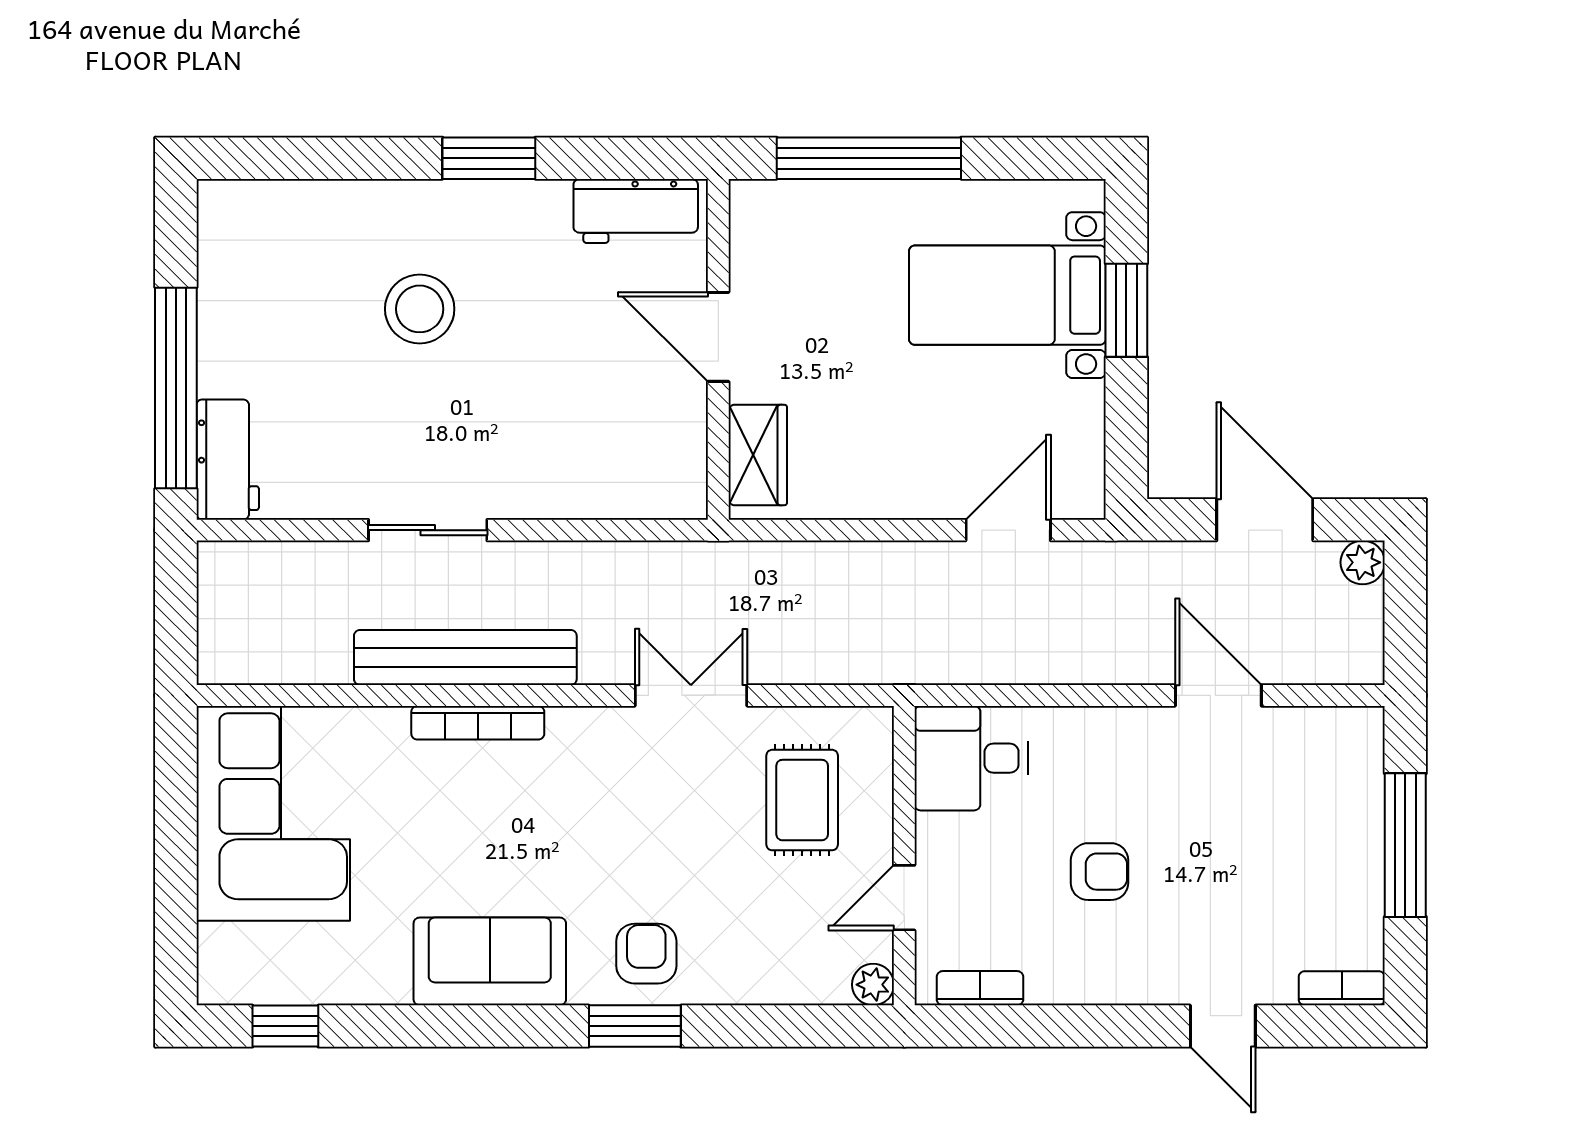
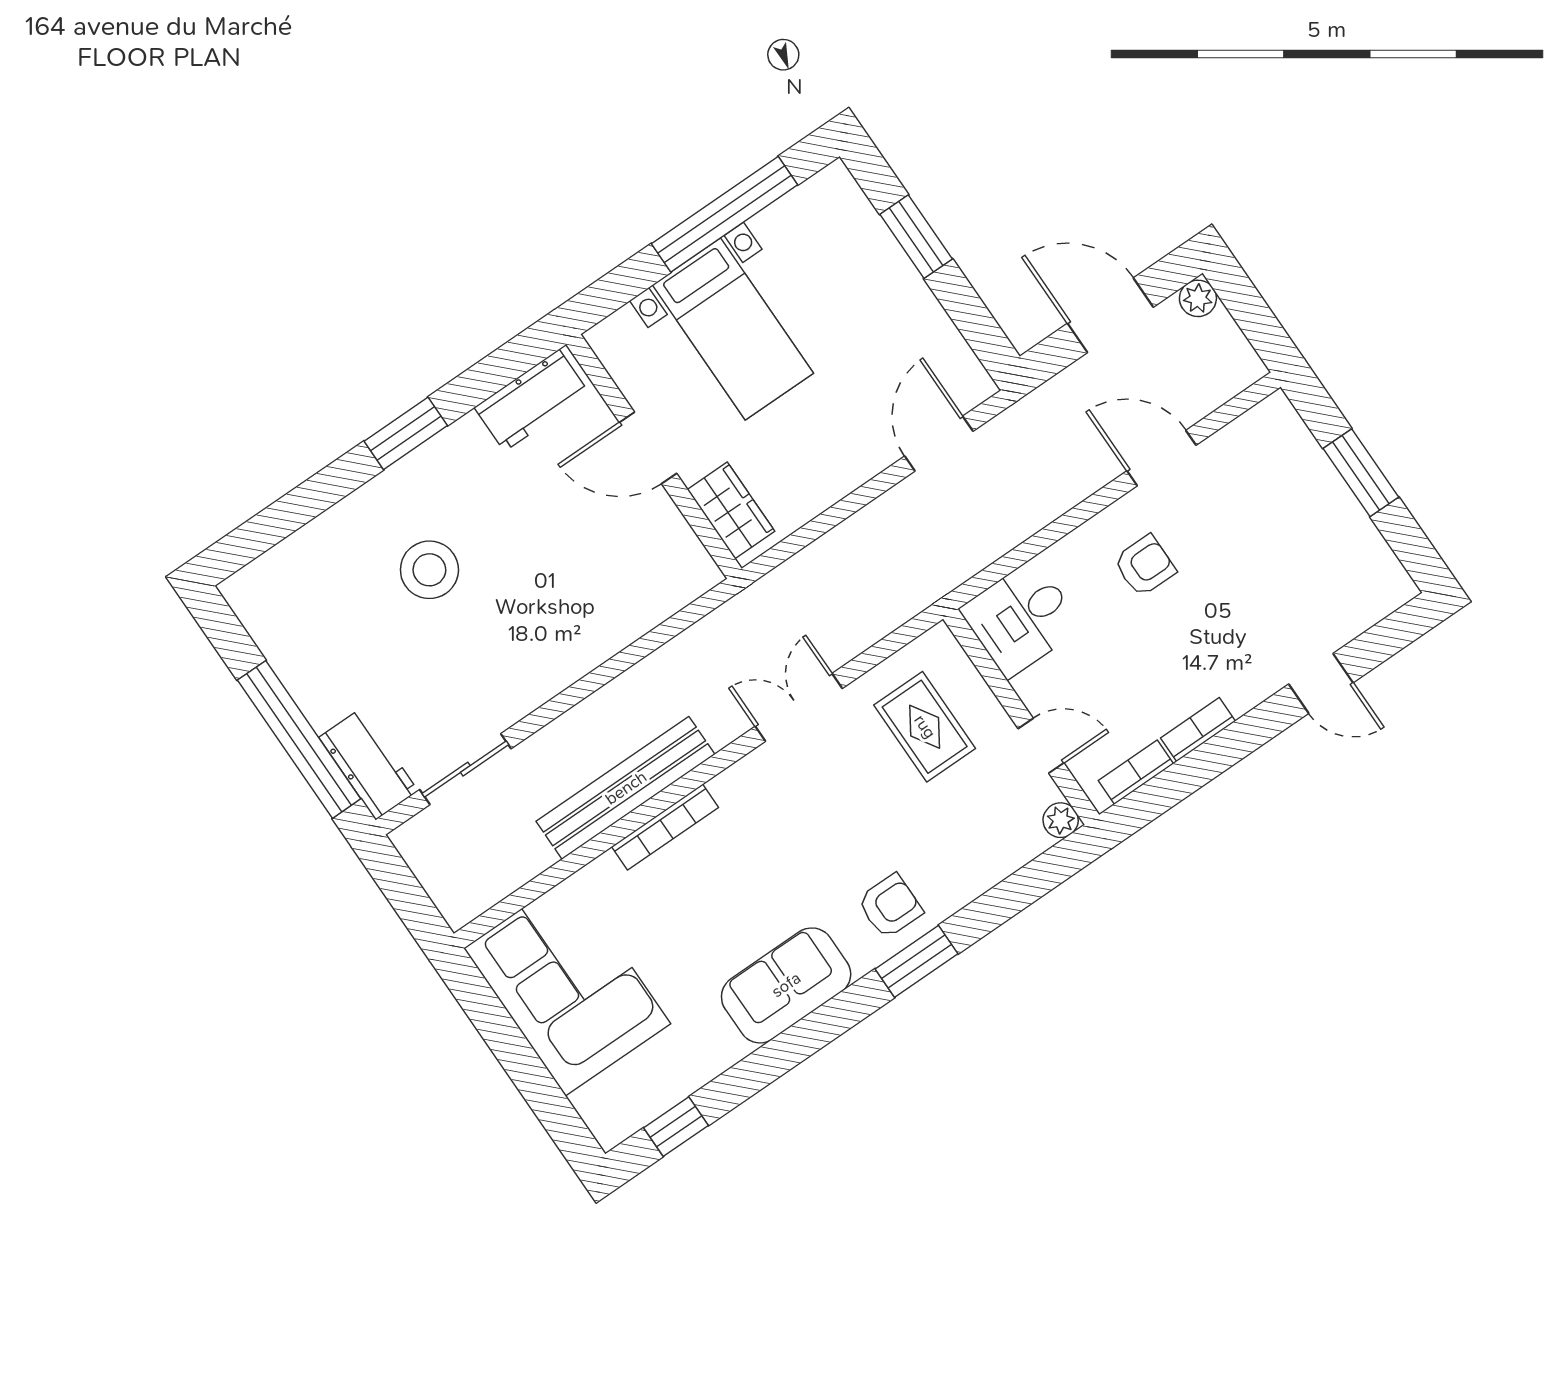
window: (869, 158) -> (725, 214), moved
bed with nightstands: (1007, 295) -> (733, 329), moved, turned -90
sliding door: (428, 530) -> (465, 769), moved
window: (1405, 845) -> (1361, 473), width x0.69
armchair: (1100, 872) -> (1145, 566), moved
door: (904, 898) -> (1041, 746), swing flipped
armchair: (646, 954) -> (890, 906), turned 90
bookcase: (1342, 988) -> (1198, 730), moved

